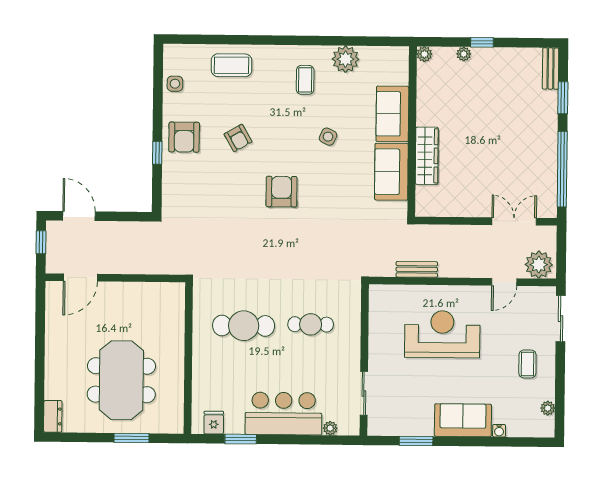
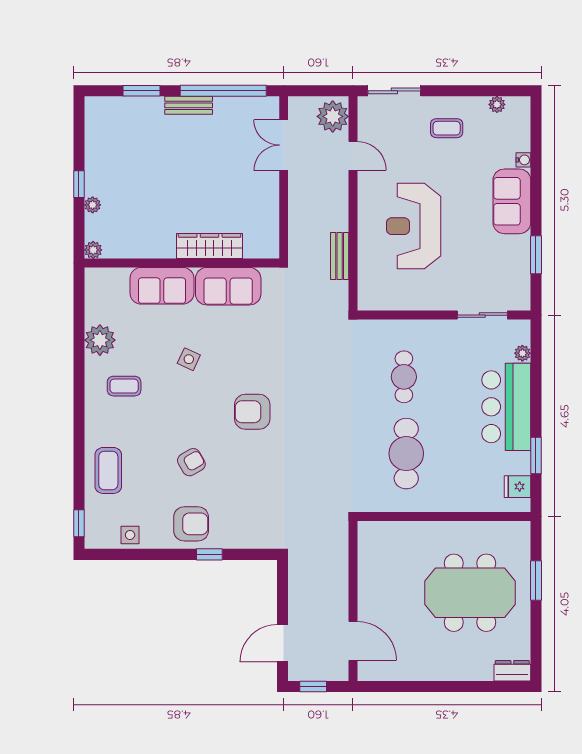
window: (186, 39) -> (79, 523), added
bench: (551, 69) -> (189, 105), moved

